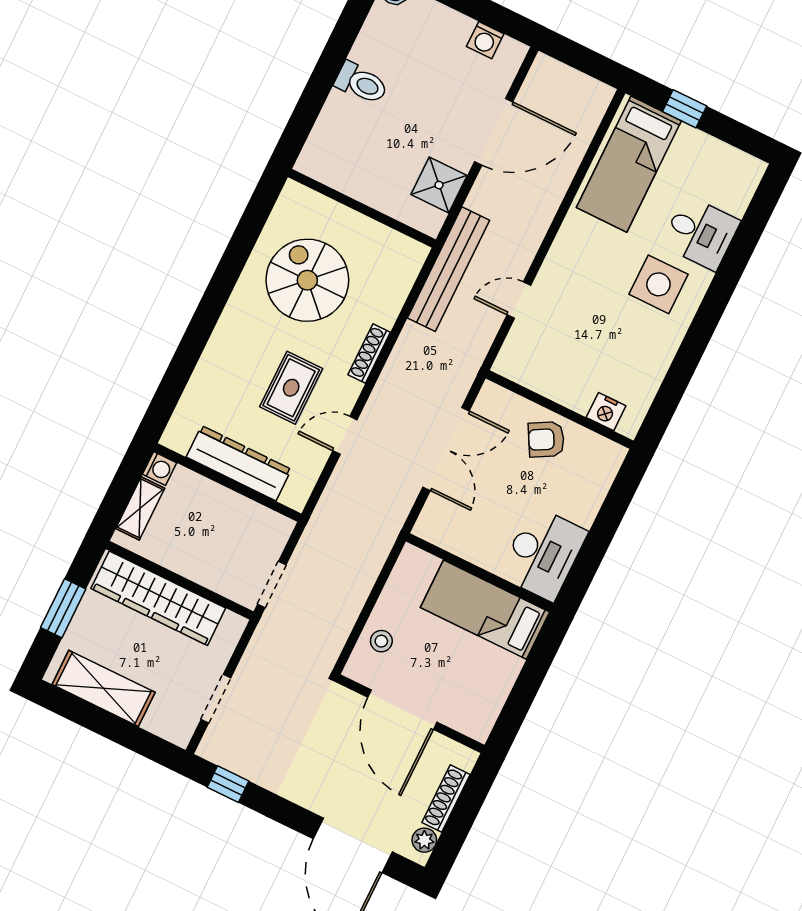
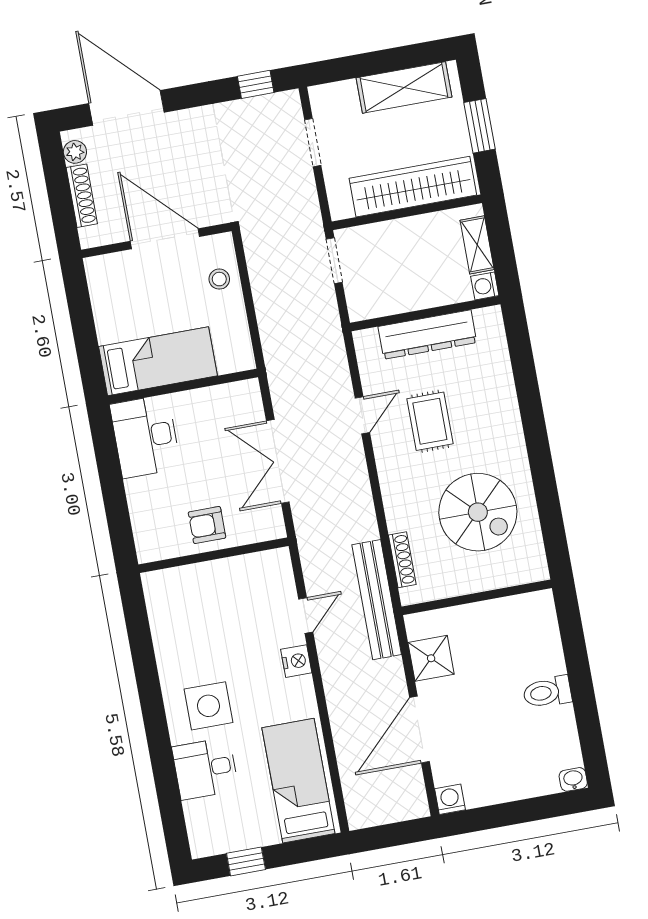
washing machine: (485, 40) -> (450, 799), moved
window: (685, 109) -> (246, 861), moved
shoe rack: (369, 353) -> (402, 560), moved
nightstand: (606, 412) -> (296, 661), moved, turned 90
armchair: (546, 439) -> (207, 525), turned -151

